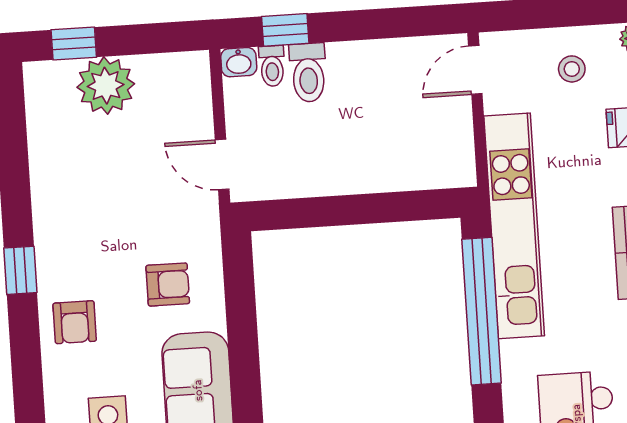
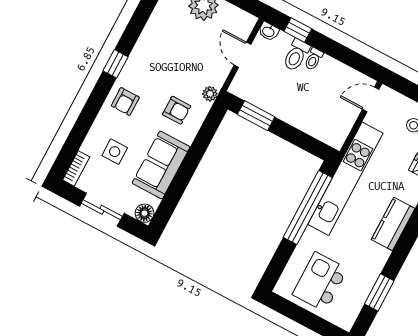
toilet: (272, 66) -> (314, 59), moved
door: (222, 165) -> (243, 55), moved
window: (304, 213) -> (256, 116), added
plant: (206, 224) -> (210, 94), added

